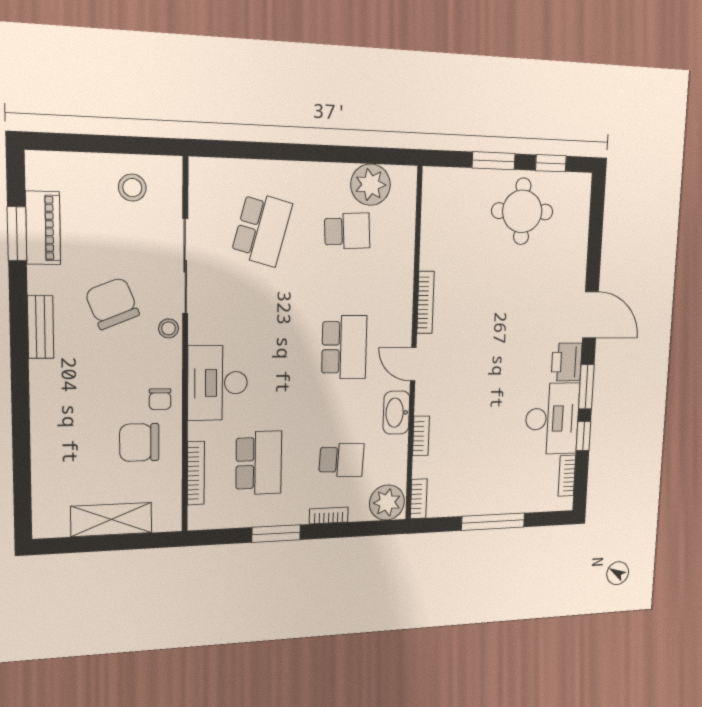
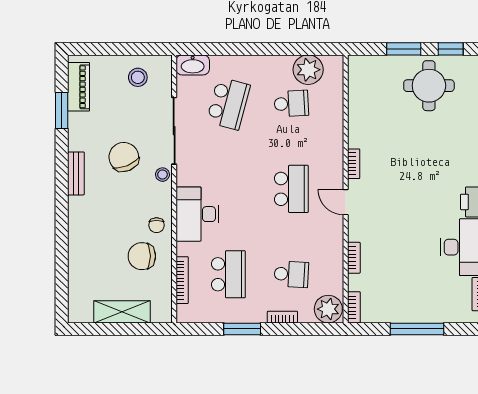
piano: (43, 228) -> (78, 87), moved
bookcase: (425, 302) -> (354, 164), width x0.64
washbasin: (396, 413) -> (193, 65), moved, turned -90

